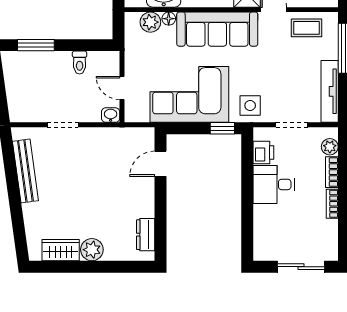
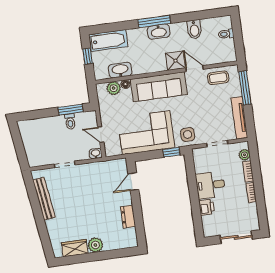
window: (36, 45) -> (71, 110), moved
printer: (263, 152) -> (207, 207), moved
dresser: (146, 235) -> (128, 217), moved

